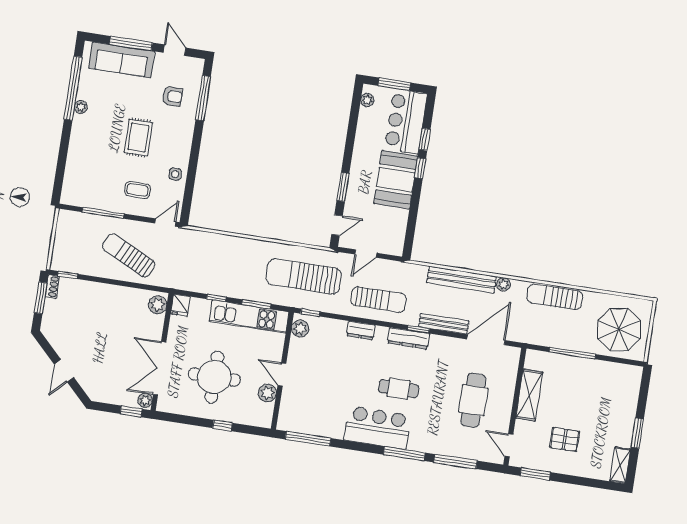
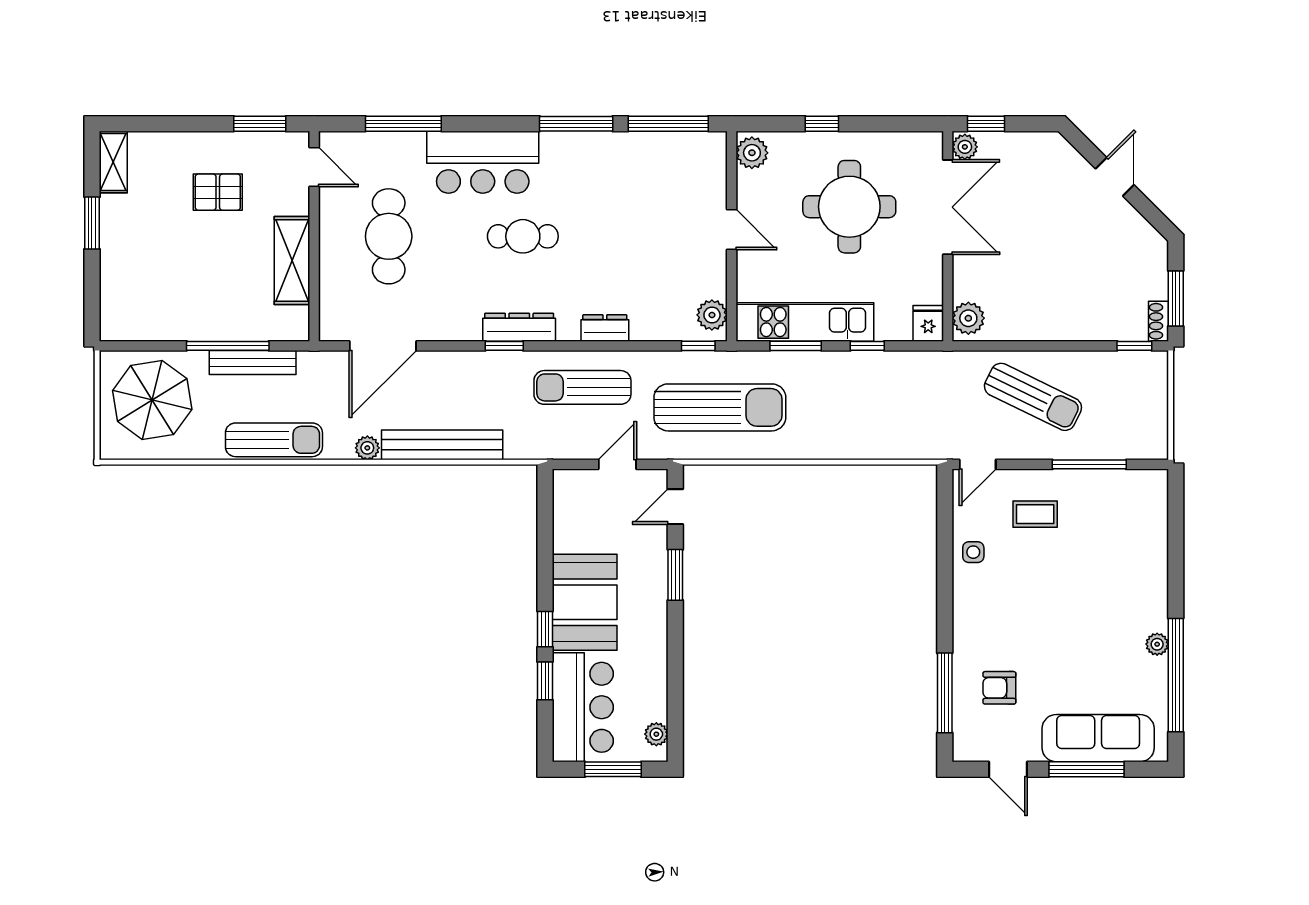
rug: (138, 138) -> (1048, 606), removed
bench: (444, 324) -> (253, 362), moved
plant: (267, 393) -> (752, 153), moved
bar counter: (378, 428) -> (483, 162), moved
window: (404, 454) -> (576, 124), moved

